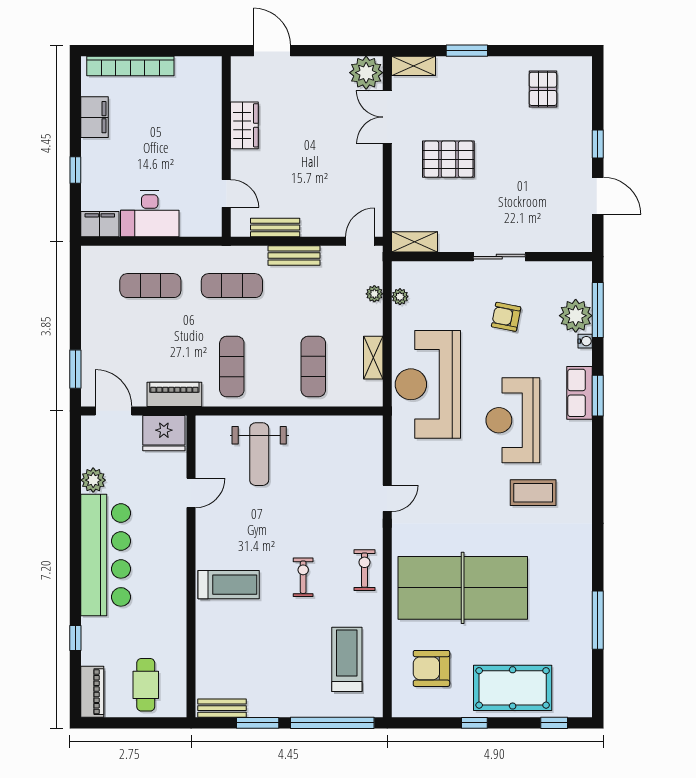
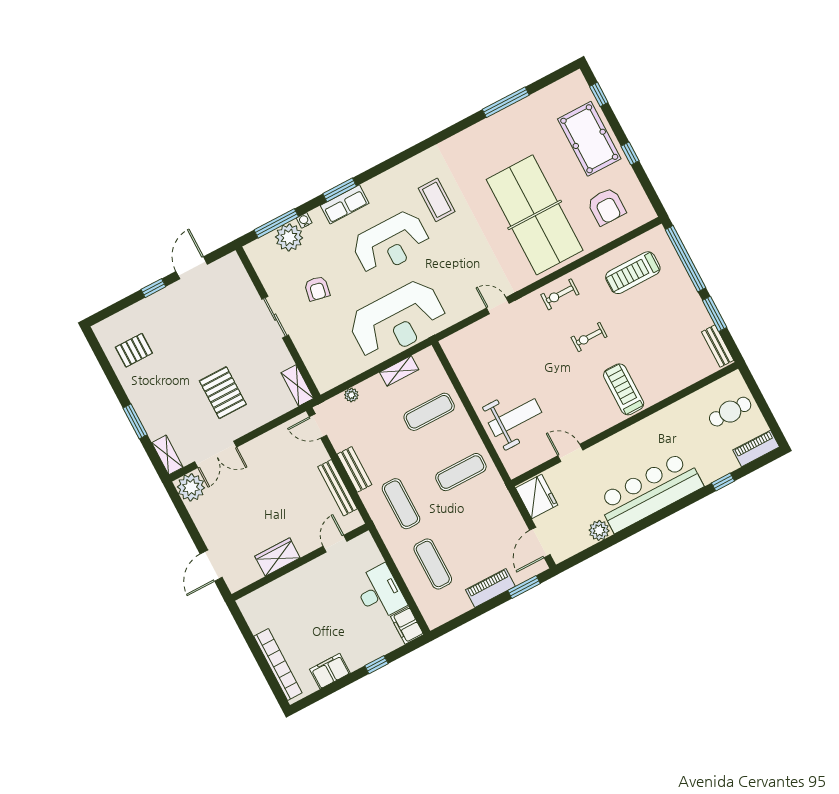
bench: (275, 227) -> (338, 488), width x1.36
plant: (400, 297) -> (344, 375), removed
piano: (174, 394) -> (490, 588), moved, turned 90

